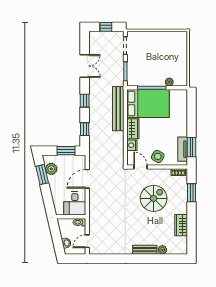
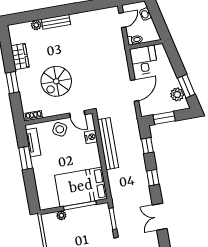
bench: (118, 109) -> (108, 144), moved
wardrobe: (133, 129) -> (93, 156), removed
window: (192, 147) -> (26, 158), moved
window: (192, 193) -> (12, 83), moved

